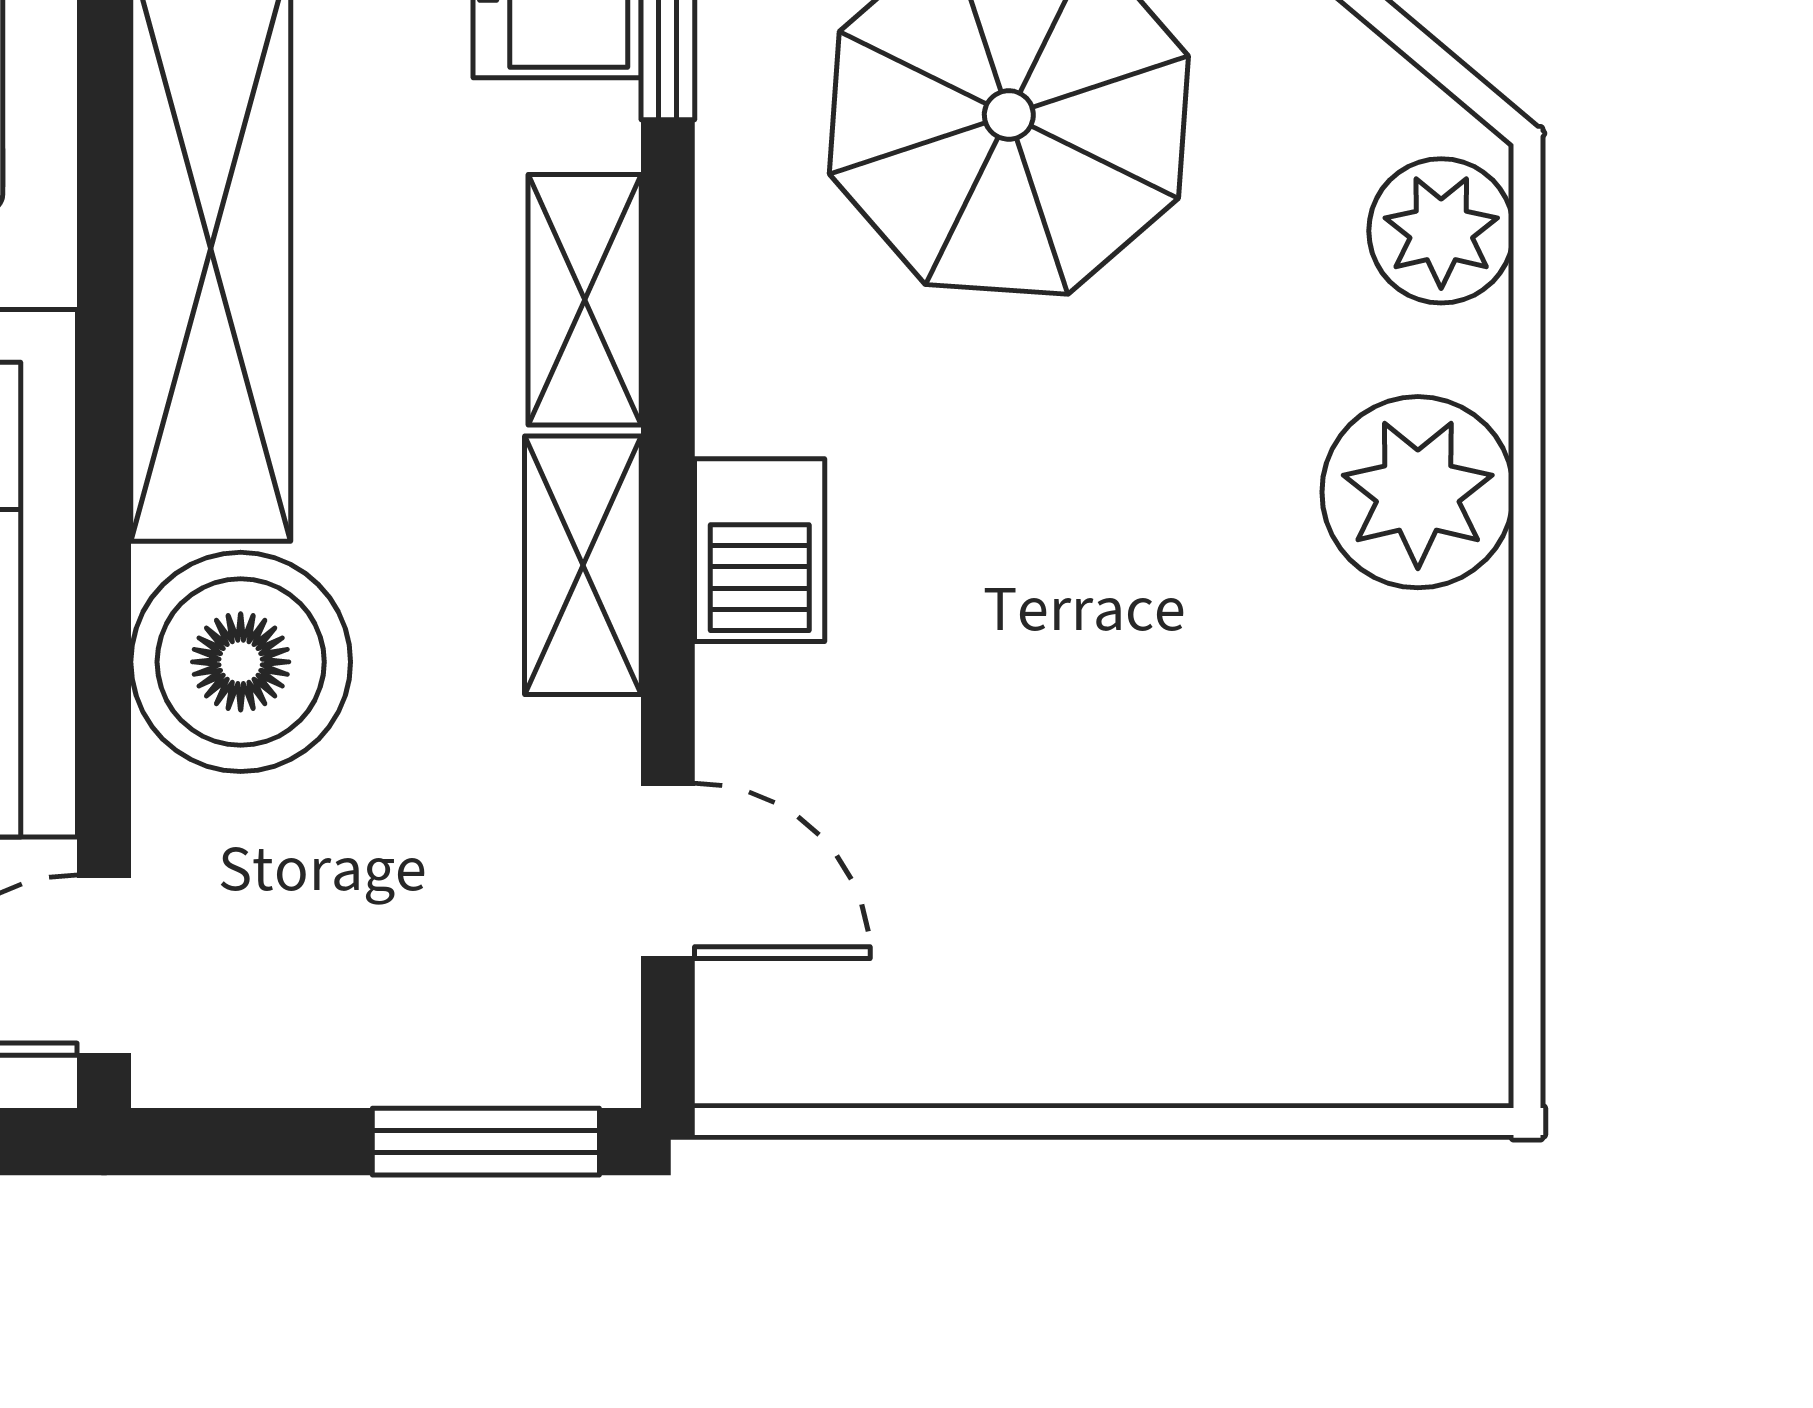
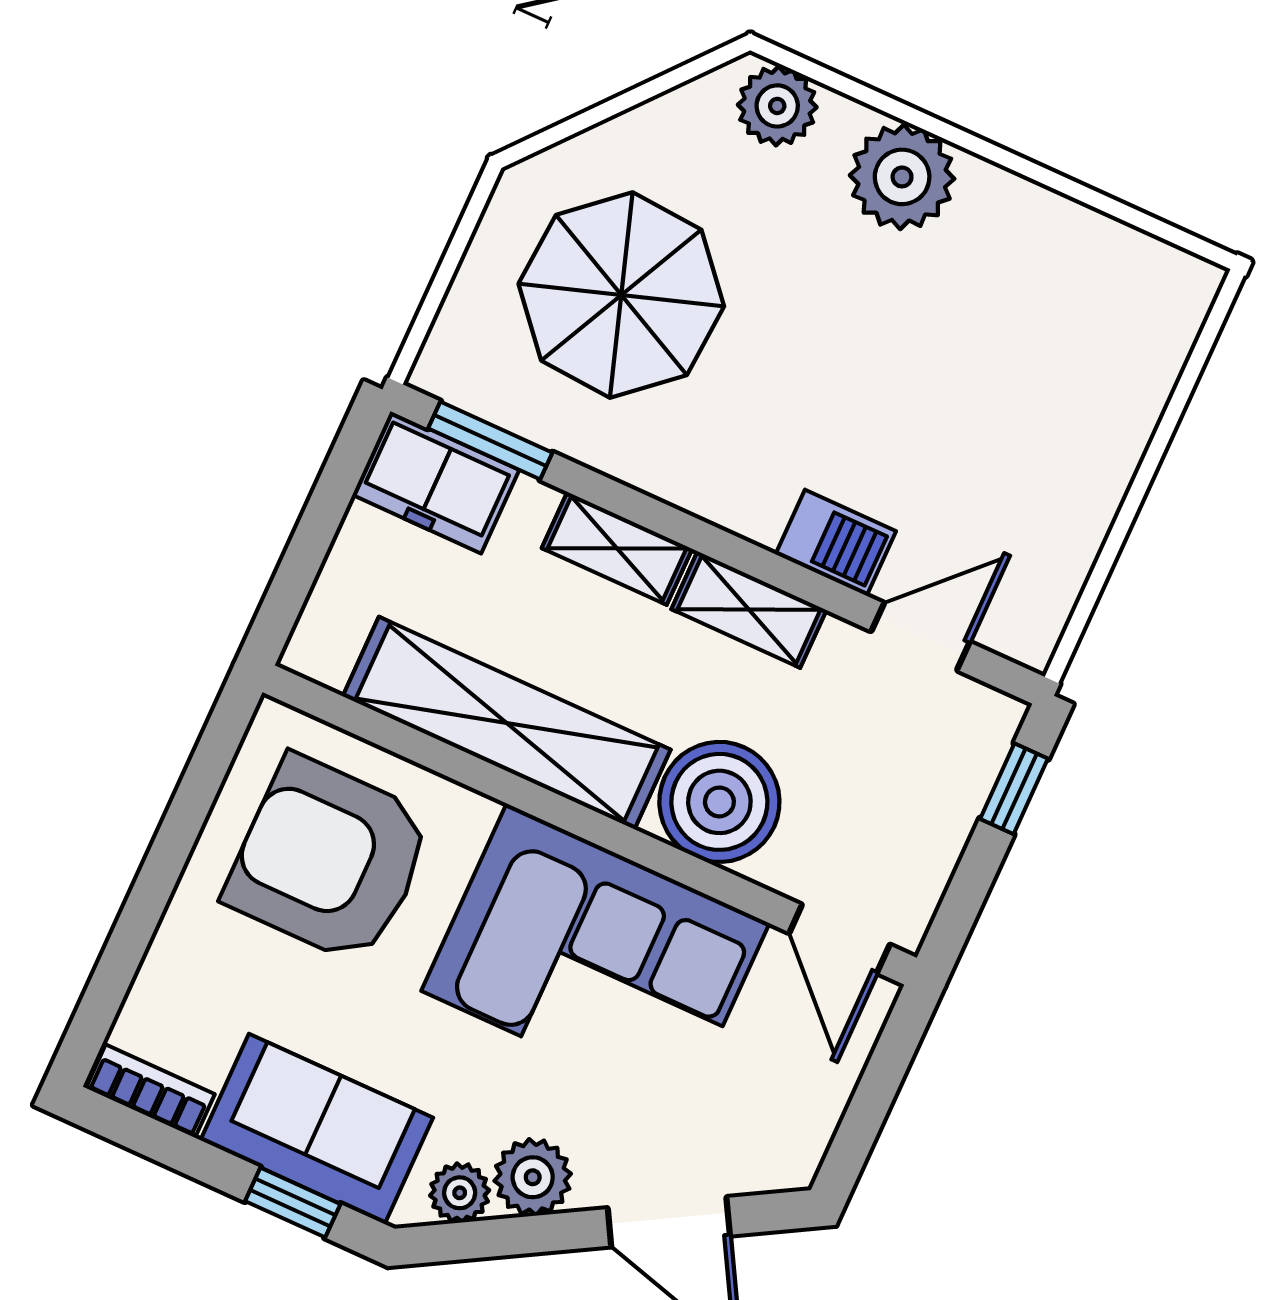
barbecue: (760, 550) -> (836, 543), moved
window: (486, 1142) -> (1014, 789), width x0.67

